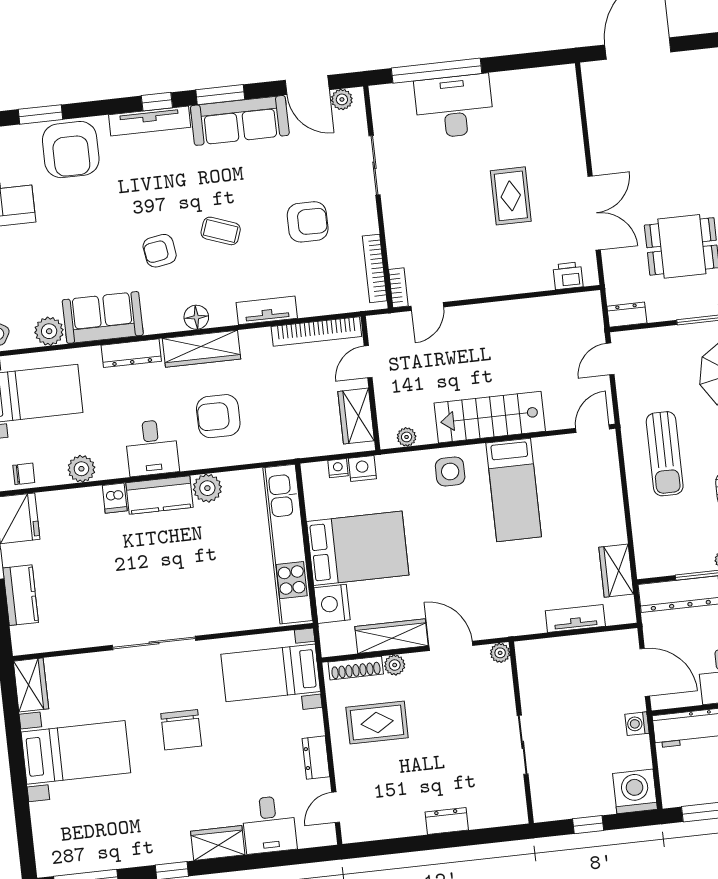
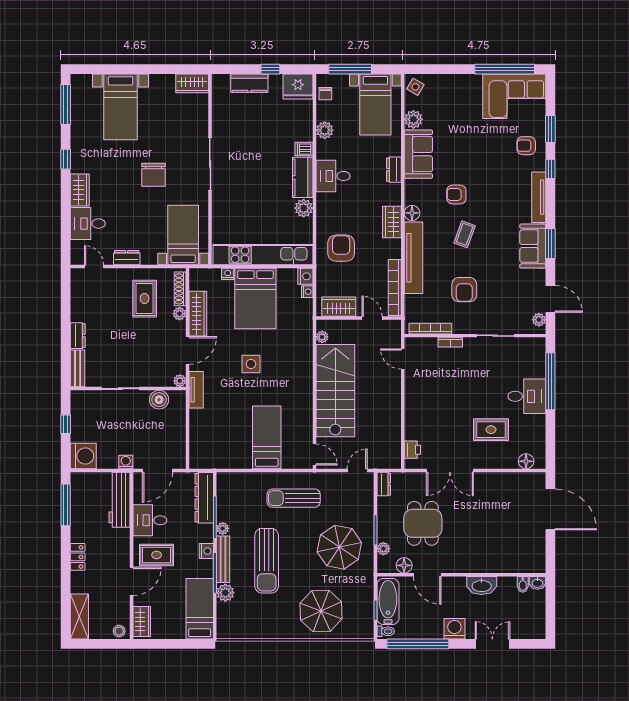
door: (307, 85) -> (550, 299), swing flipped
floor lamp: (566, 95) -> (526, 461), added
window: (157, 102) -> (550, 169), moved
desk: (454, 106) -> (527, 396), width x0.73
sofa: (240, 120) -> (533, 246), width x0.73
armchair: (71, 150) -> (526, 146), width x0.53, depth x0.53
rug: (511, 196) -> (491, 430), moved
armchair: (160, 251) -> (456, 195), turned -81
bookcase: (398, 288) -> (450, 342), moved
tv unit: (267, 310) -> (413, 258), width x1.92, depth x1.29
wardrobe: (202, 349) -> (392, 222), width x0.67
dresser: (131, 353) -> (394, 170), width x0.70
door: (610, 359) -> (357, 470), hinge flipped
armchair: (218, 416) -> (341, 248), moved
stairs: (490, 417) -> (335, 391), width x1.36, depth x1.51
nightstand: (362, 468) -> (305, 276), moved
side table: (450, 471) -> (251, 364), moved
bed: (514, 490) -> (267, 437), moved, turned 90
wardrobe: (616, 571) -> (223, 460), removed
nightstand: (332, 604) -> (228, 274), width x0.53, depth x0.56
tv unit: (575, 618) -> (196, 390), moved
boiler: (533, 682) -> (159, 400), added
chair: (181, 730) -> (154, 175), turned -90
bed with nightstands: (76, 752) -> (121, 107), moved
bench: (498, 816) -> (78, 368), added

